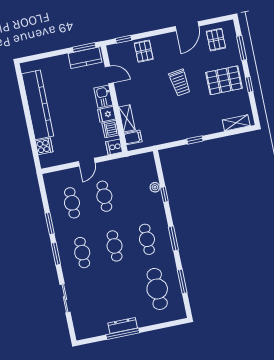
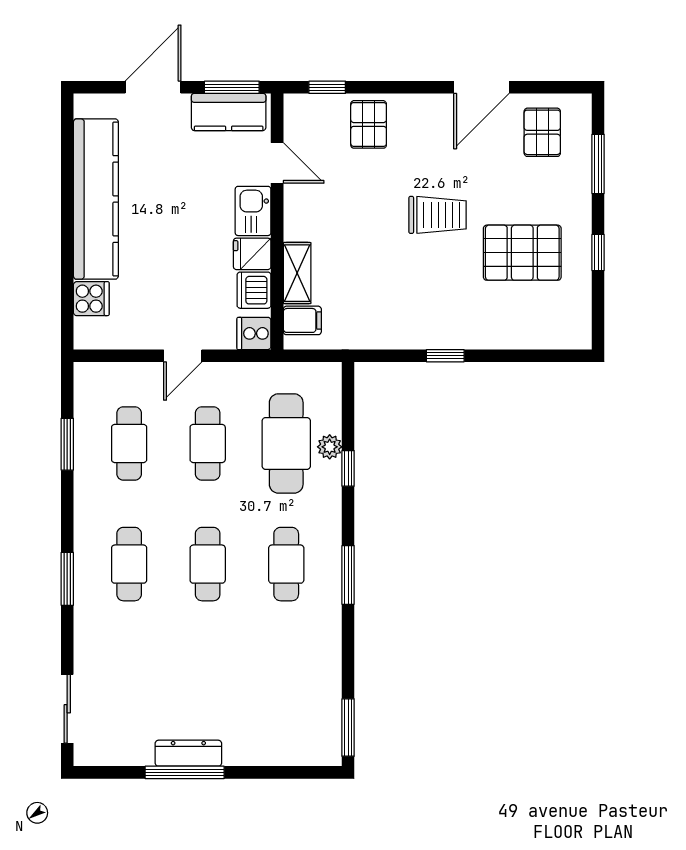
door: (52, 54) -> (153, 87), added
pallet: (224, 80) -> (522, 253), moved
trolley: (180, 83) -> (438, 215), turned -82
shelving: (236, 123) -> (550, 336), removed
window: (50, 223) -> (67, 444), moved
window: (56, 254) -> (67, 579), moved
window: (182, 281) -> (348, 727), moved
cafe table: (157, 289) -> (286, 443), moved
sliding door: (65, 298) -> (67, 709), moved

